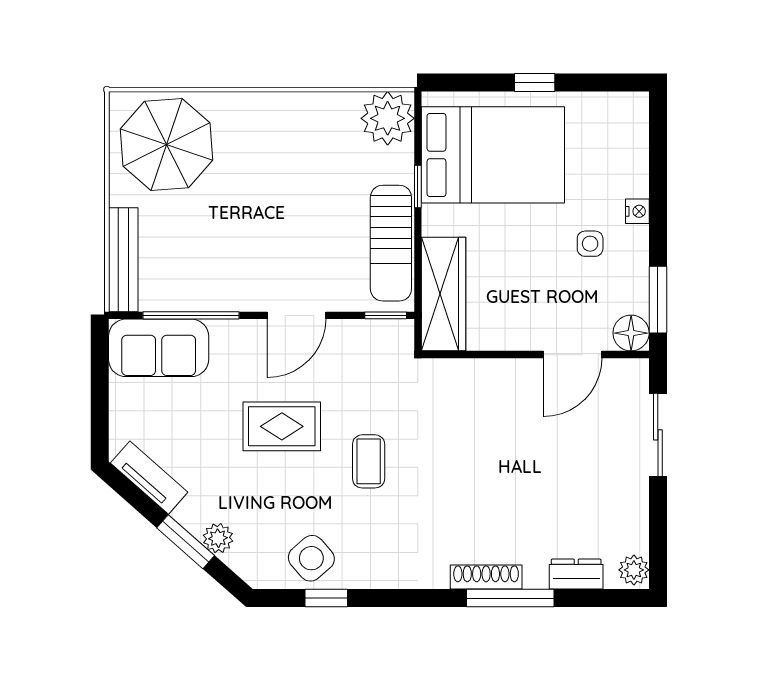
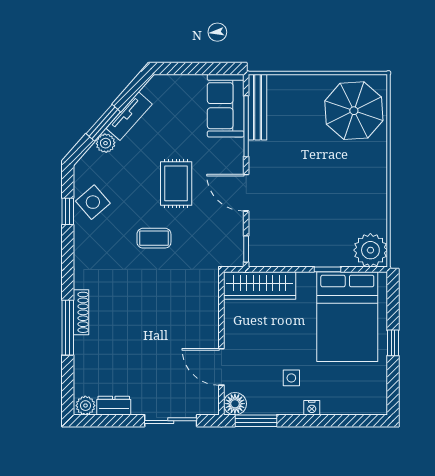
sun lounger: (391, 243) -> (292, 252), removed
bench: (123, 260) -> (258, 107), moved, turned 90
tv unit: (149, 478) -> (129, 116), moved
dresser: (576, 574) -> (114, 406), moved, turned -90

